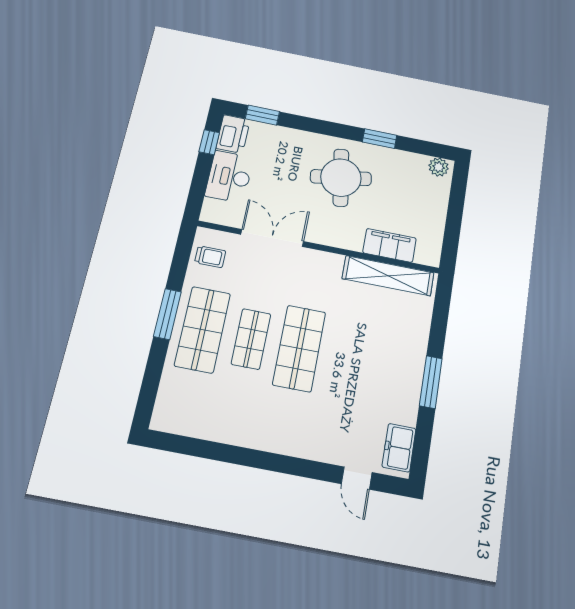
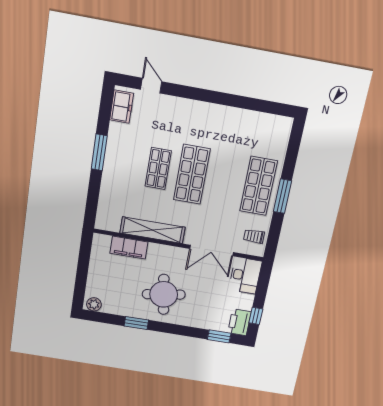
desk: (229, 177) -> (245, 275), moved
shelving: (388, 276) -> (152, 230), moved
shop shelf: (251, 339) -> (158, 168), moved

